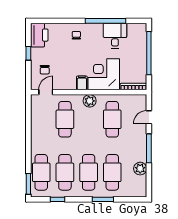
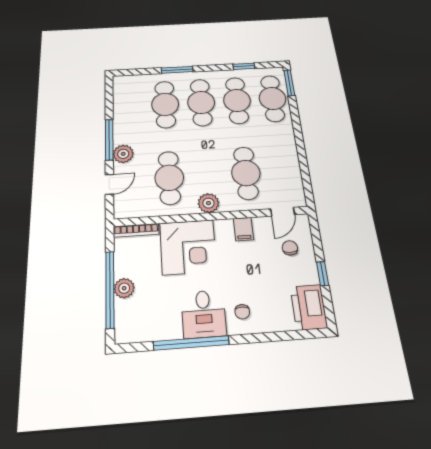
desk: (115, 36) -> (204, 314), moved
plant: (141, 53) -> (124, 288), added
filing cabinet: (82, 83) -> (243, 229), moved
plant: (140, 169) -> (123, 154), moved

